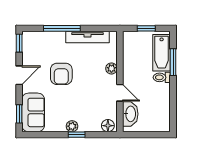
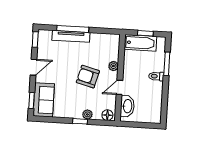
tv unit: (88, 37) -> (71, 36), moved
bathtub: (162, 53) -> (140, 43), moved, turned -90
armchair: (61, 74) -> (88, 77), moved, turned 105
door: (120, 93) -> (119, 87), swing flipped
plant: (72, 126) -> (87, 114), moved

